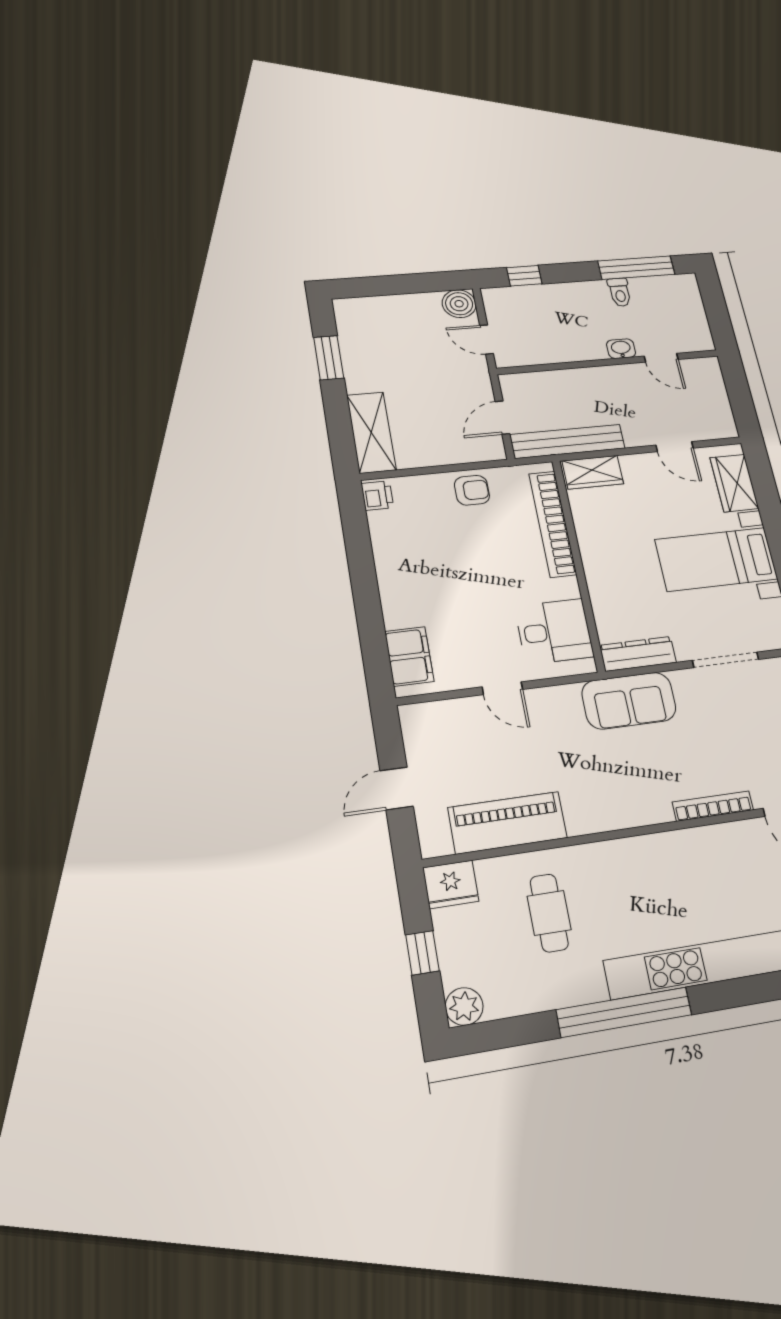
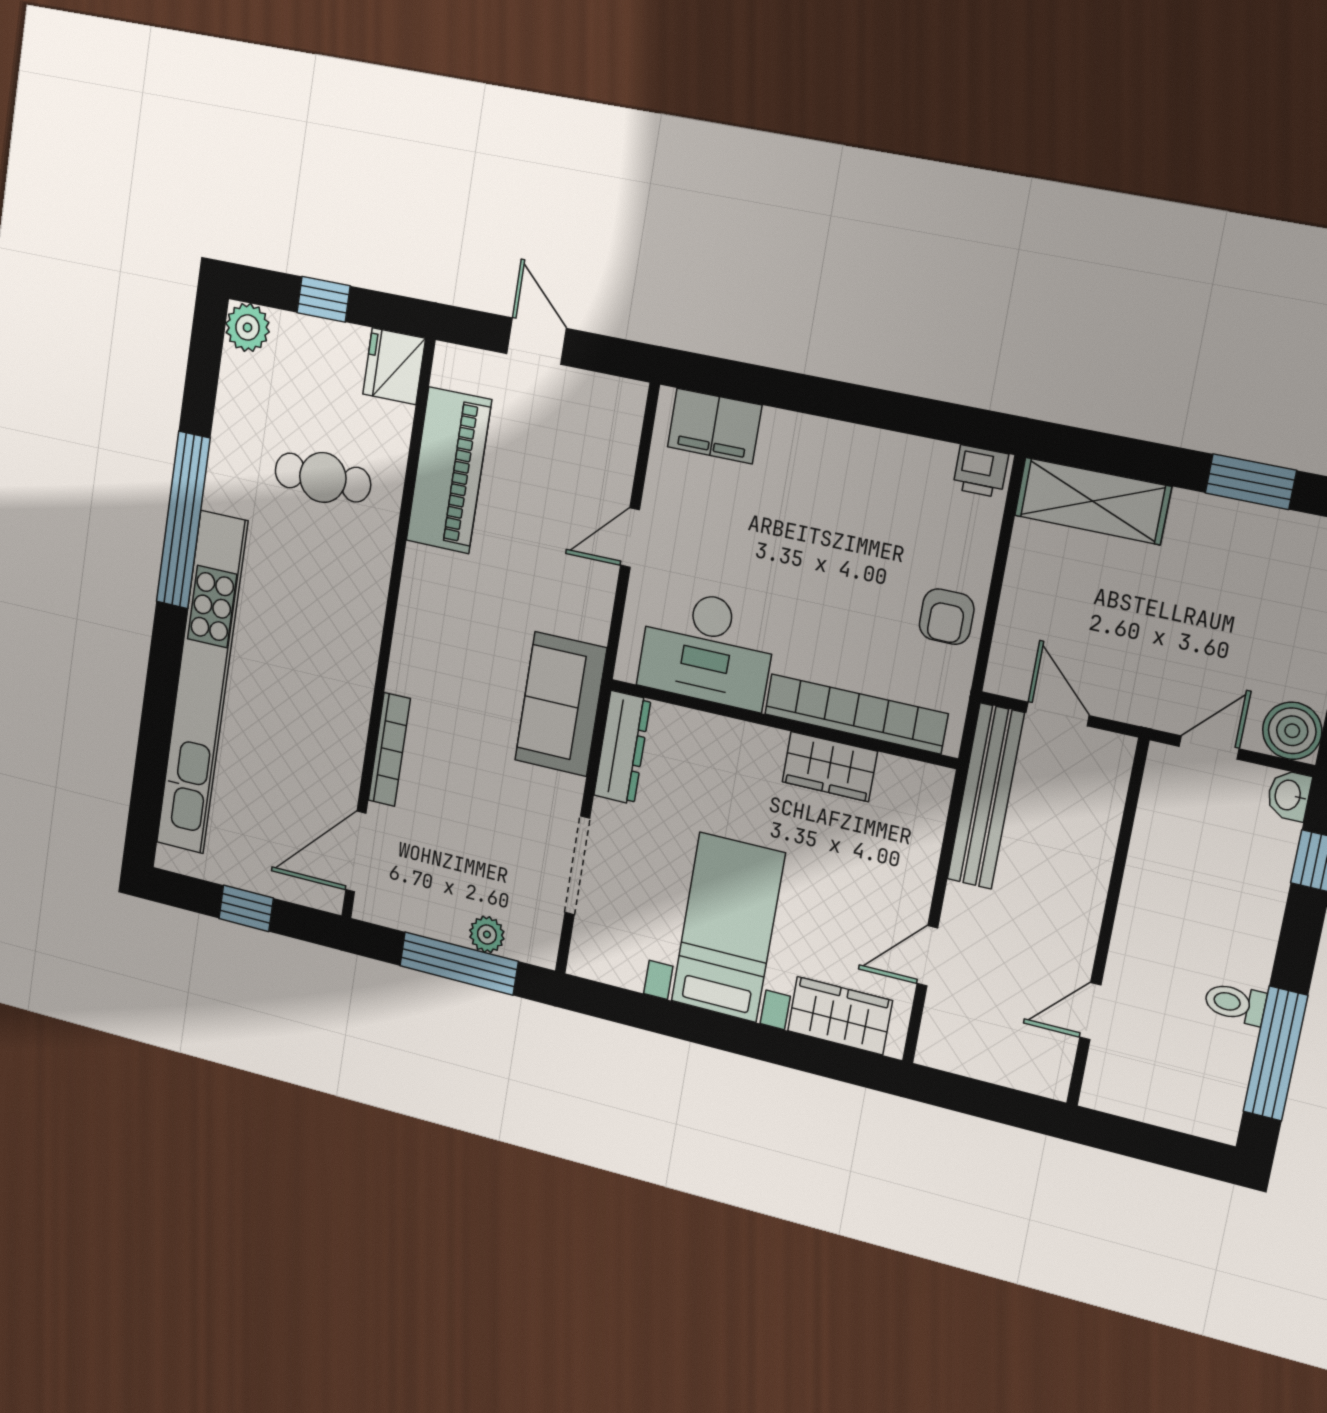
washbasin: (621, 349) -> (1289, 795), moved, turned 180
wardrobe: (593, 472) -> (830, 767), moved, turned -90
desk: (554, 631) -> (707, 648), width x1.37

